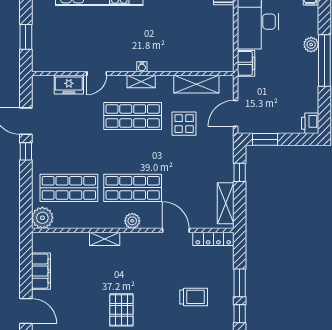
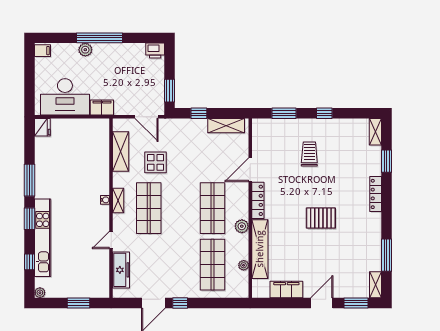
door: (97, 74) -> (111, 240), swing flipped
freezer: (69, 85) -> (121, 270), width x1.40
plant: (42, 218) -> (244, 265), moved, width x0.53, depth x0.53
plant: (132, 221) -> (242, 226), moved
shelving: (105, 239) -> (260, 249), width x2.20, depth x1.33
locker: (213, 239) -> (258, 200), moved
window: (240, 283) -> (284, 113), moved

